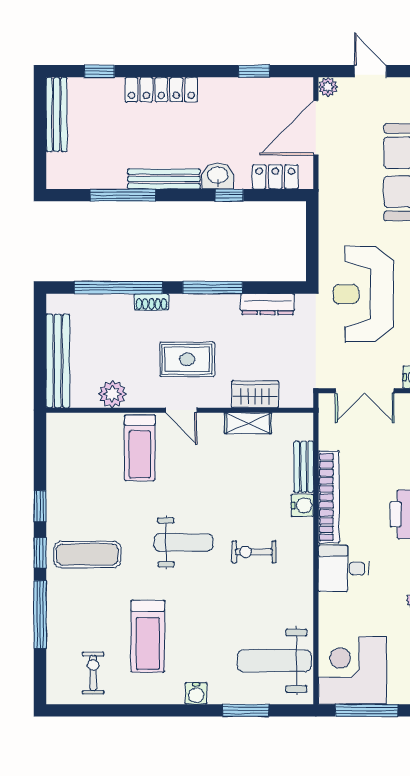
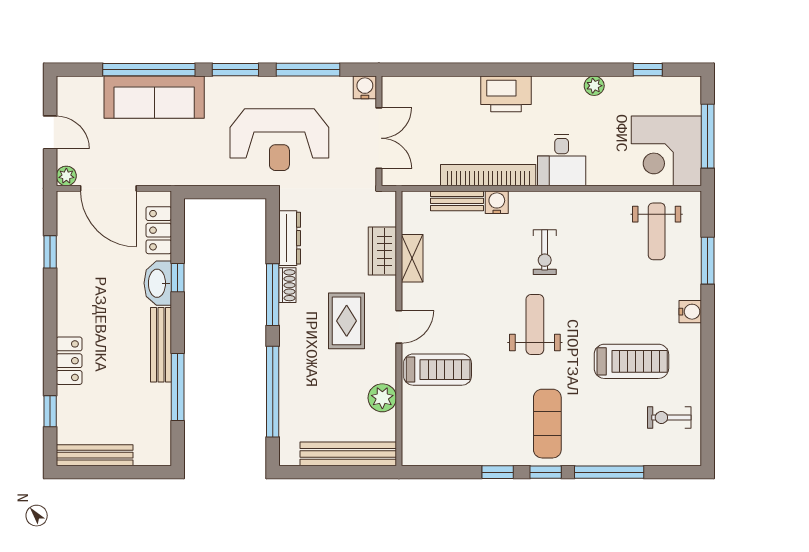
door: (370, 71) -> (50, 132), swing flipped
locker: (161, 90) -> (69, 361), width x0.66
washbasin: (218, 176) -> (158, 283), width x1.38
shoe rack: (151, 302) -> (287, 285), moved
weight bench: (274, 661) -> (657, 231), width x0.73, depth x0.75

